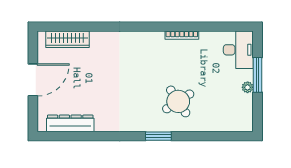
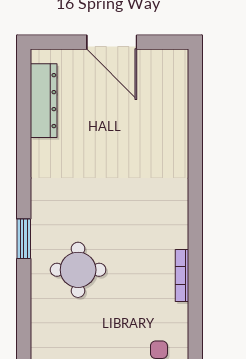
wardrobe: (67, 39) -> (176, 96), removed
round table: (178, 101) -> (78, 270), turned 33

